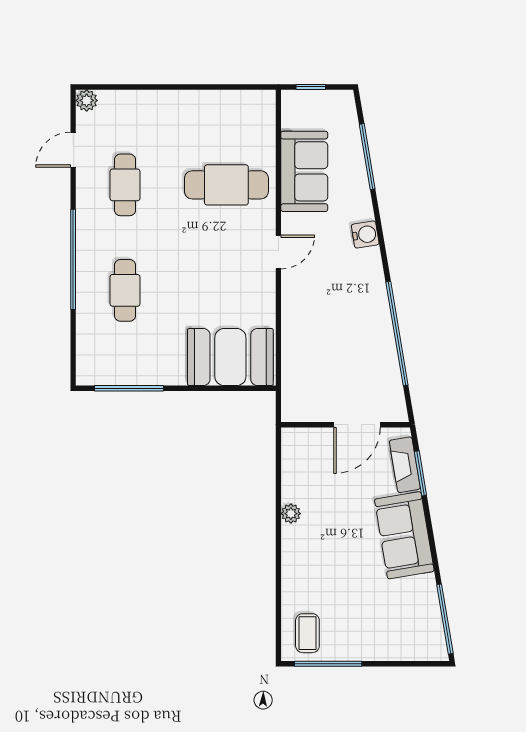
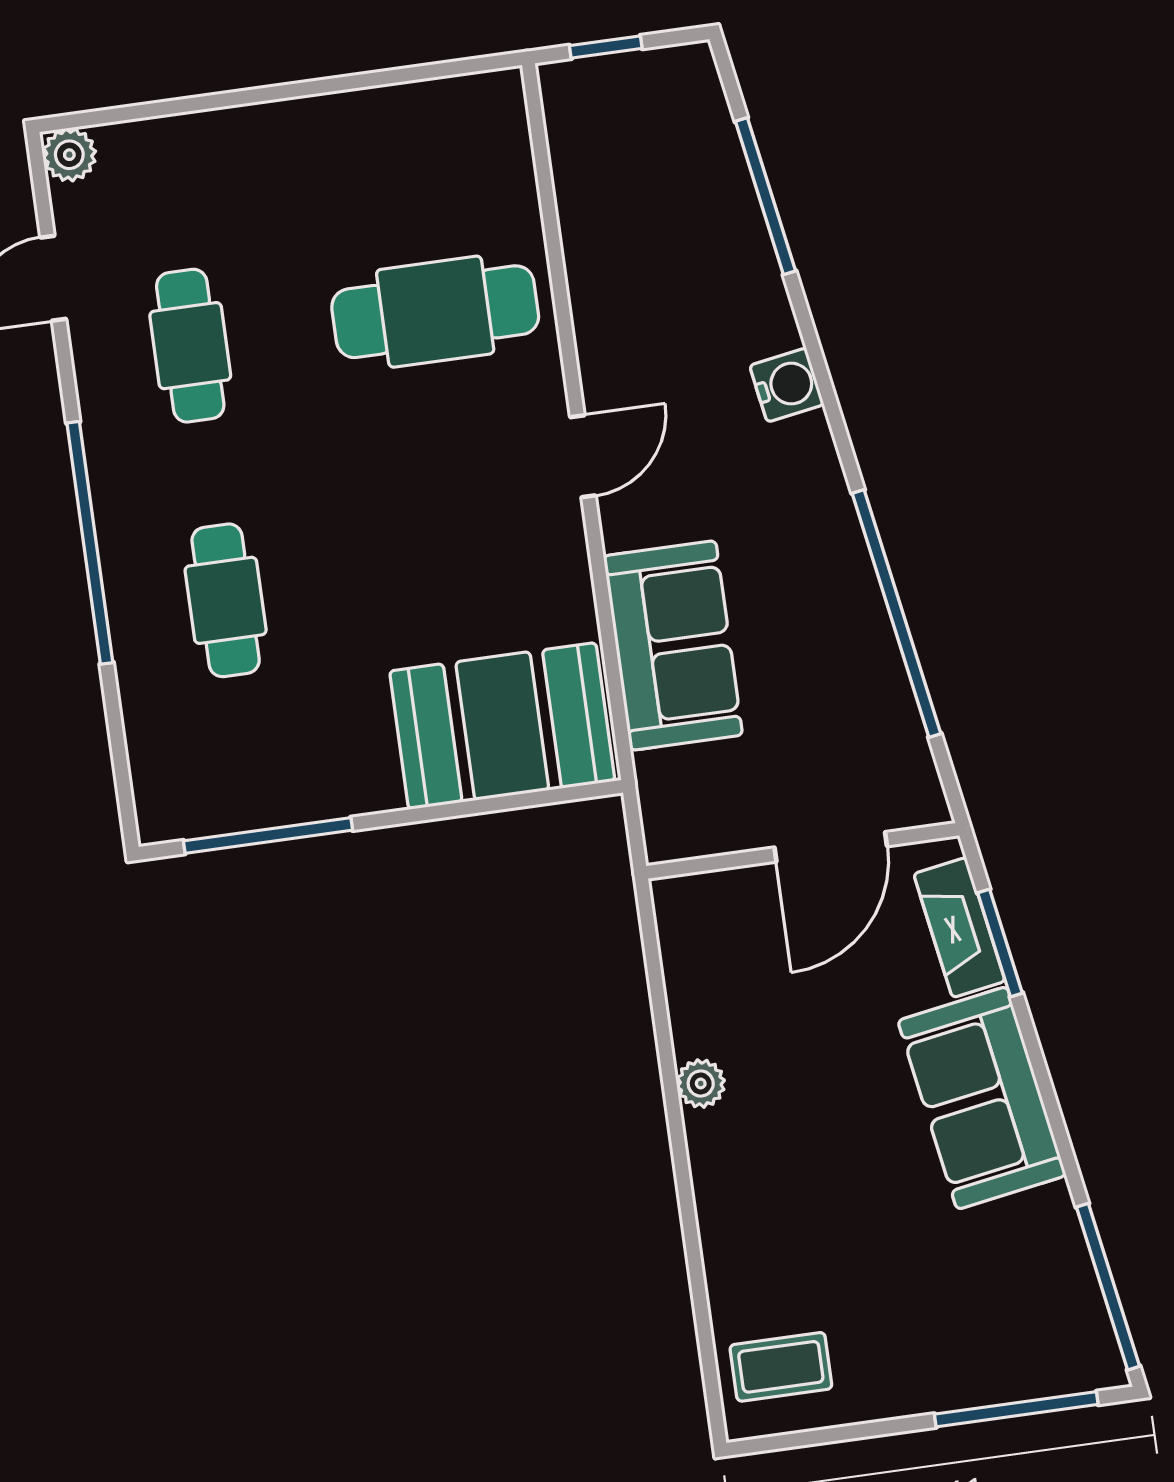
sofa: (304, 171) -> (673, 646), moved
coffee table: (307, 633) -> (781, 1367), turned 90
window: (328, 664) -> (1016, 1409), moved

